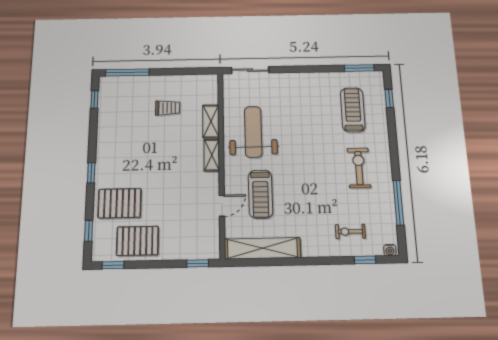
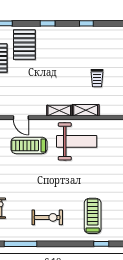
window: (95, 99) -> (86, 23), moved
treadmill: (353, 110) -> (93, 216), turned -90

